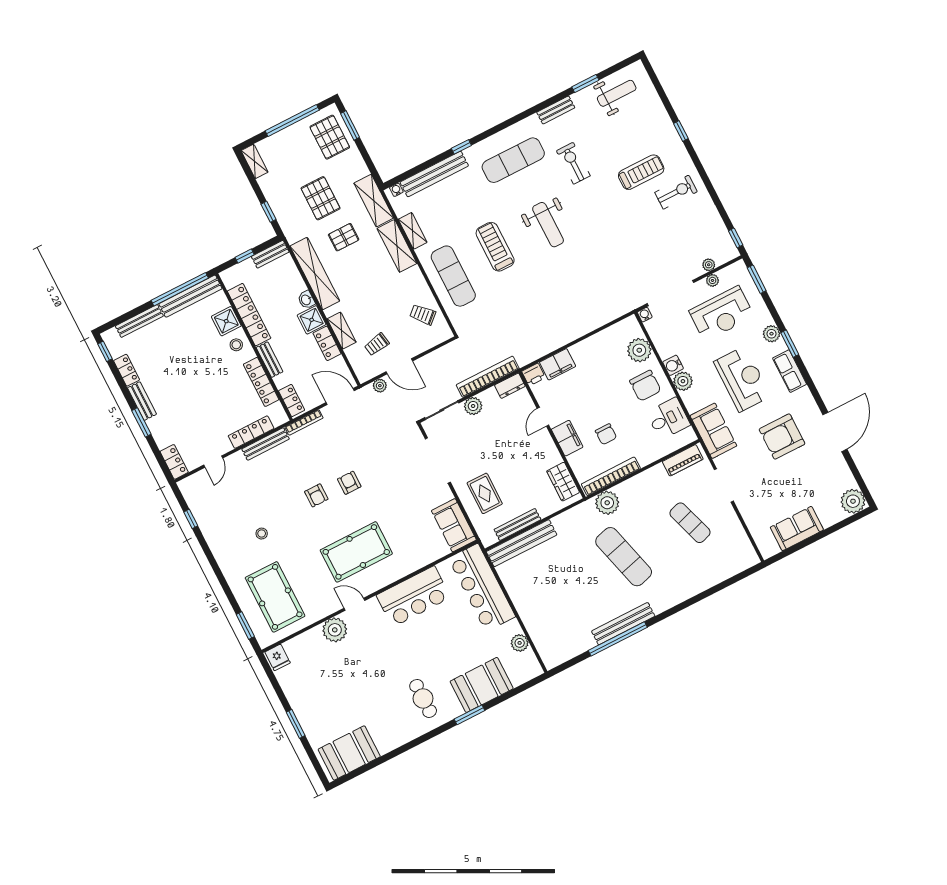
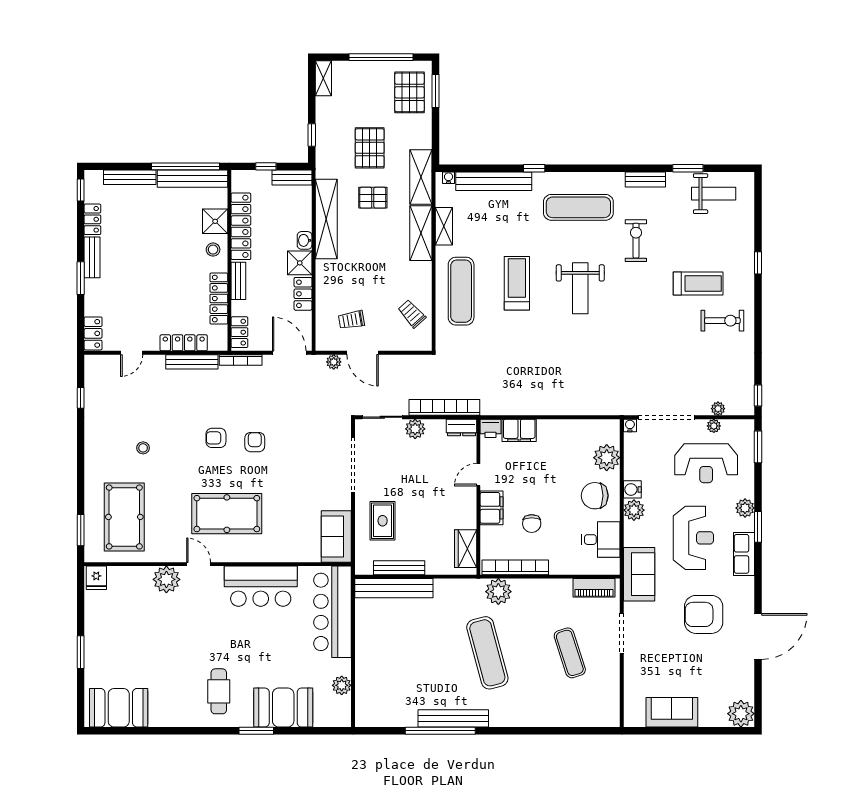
shelving: (342, 331) -> (324, 289), removed
chair: (645, 386) -> (595, 496), turned 90
armchair: (316, 495) -> (216, 438), turned 90

